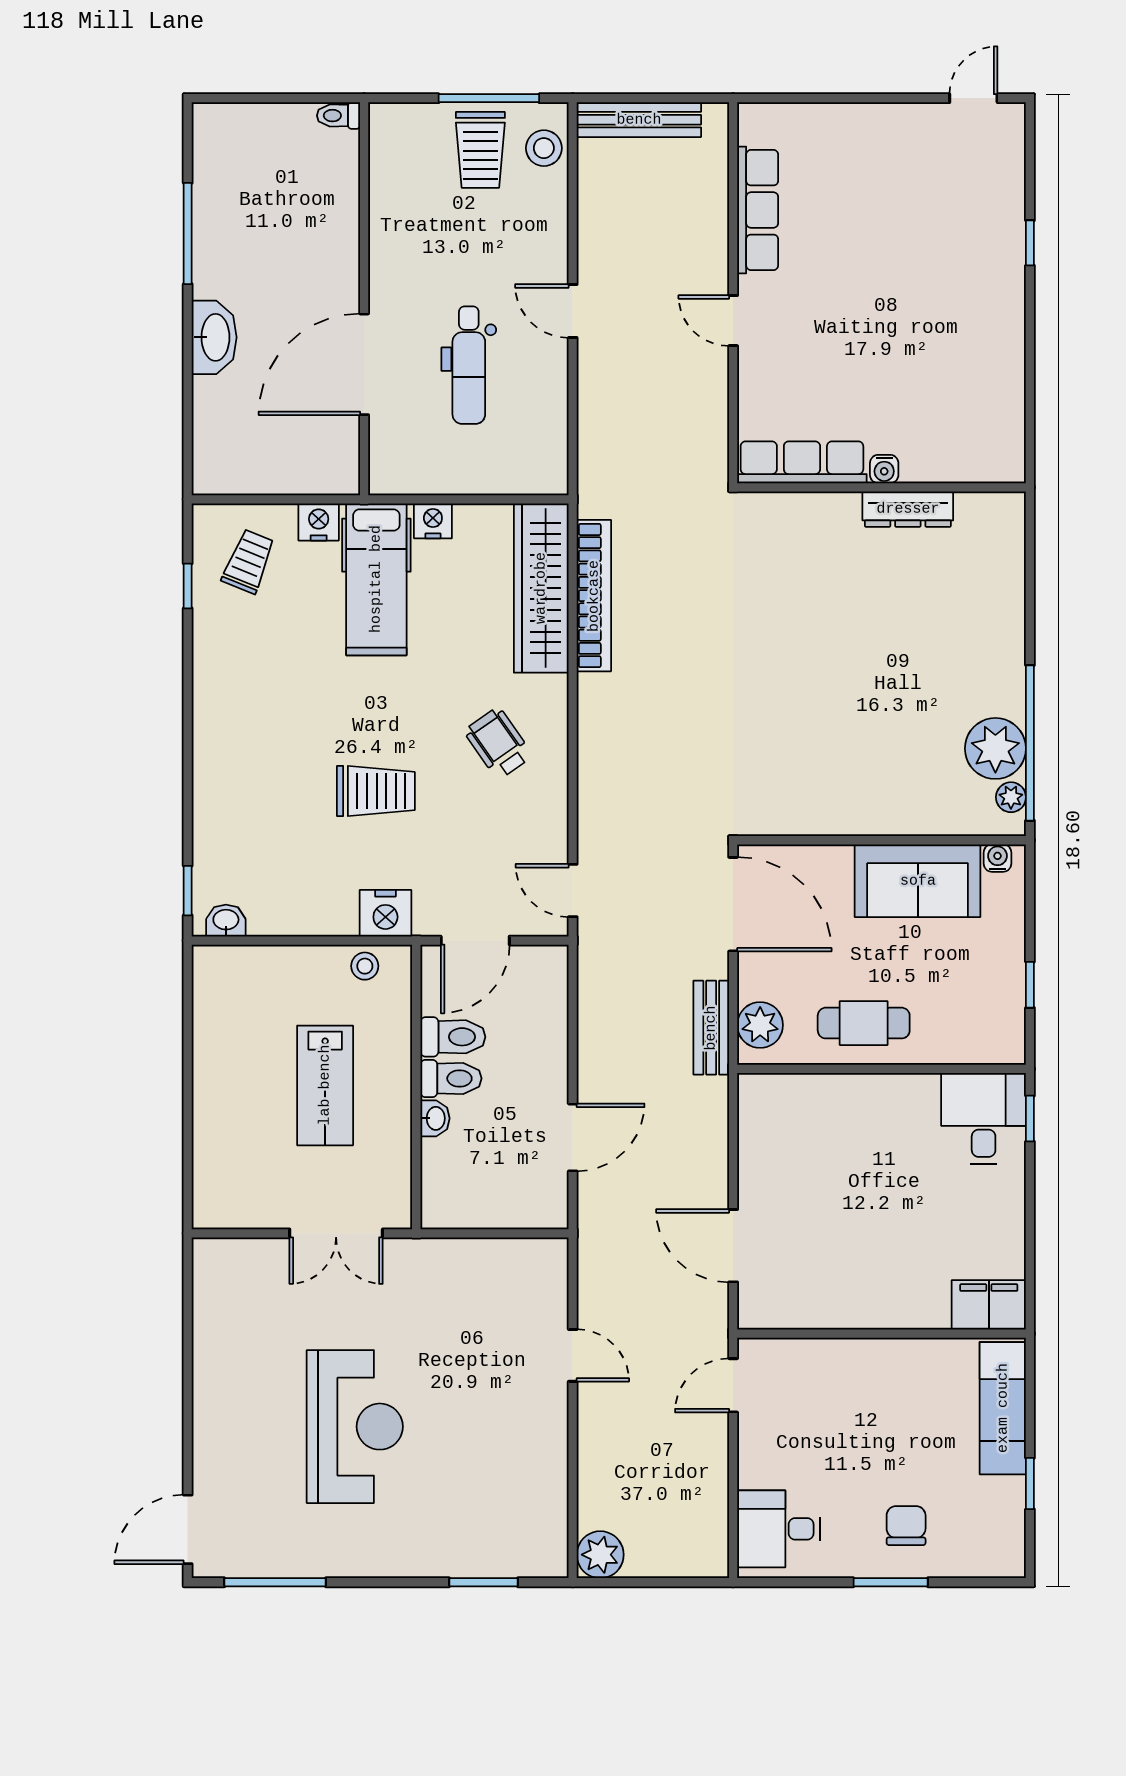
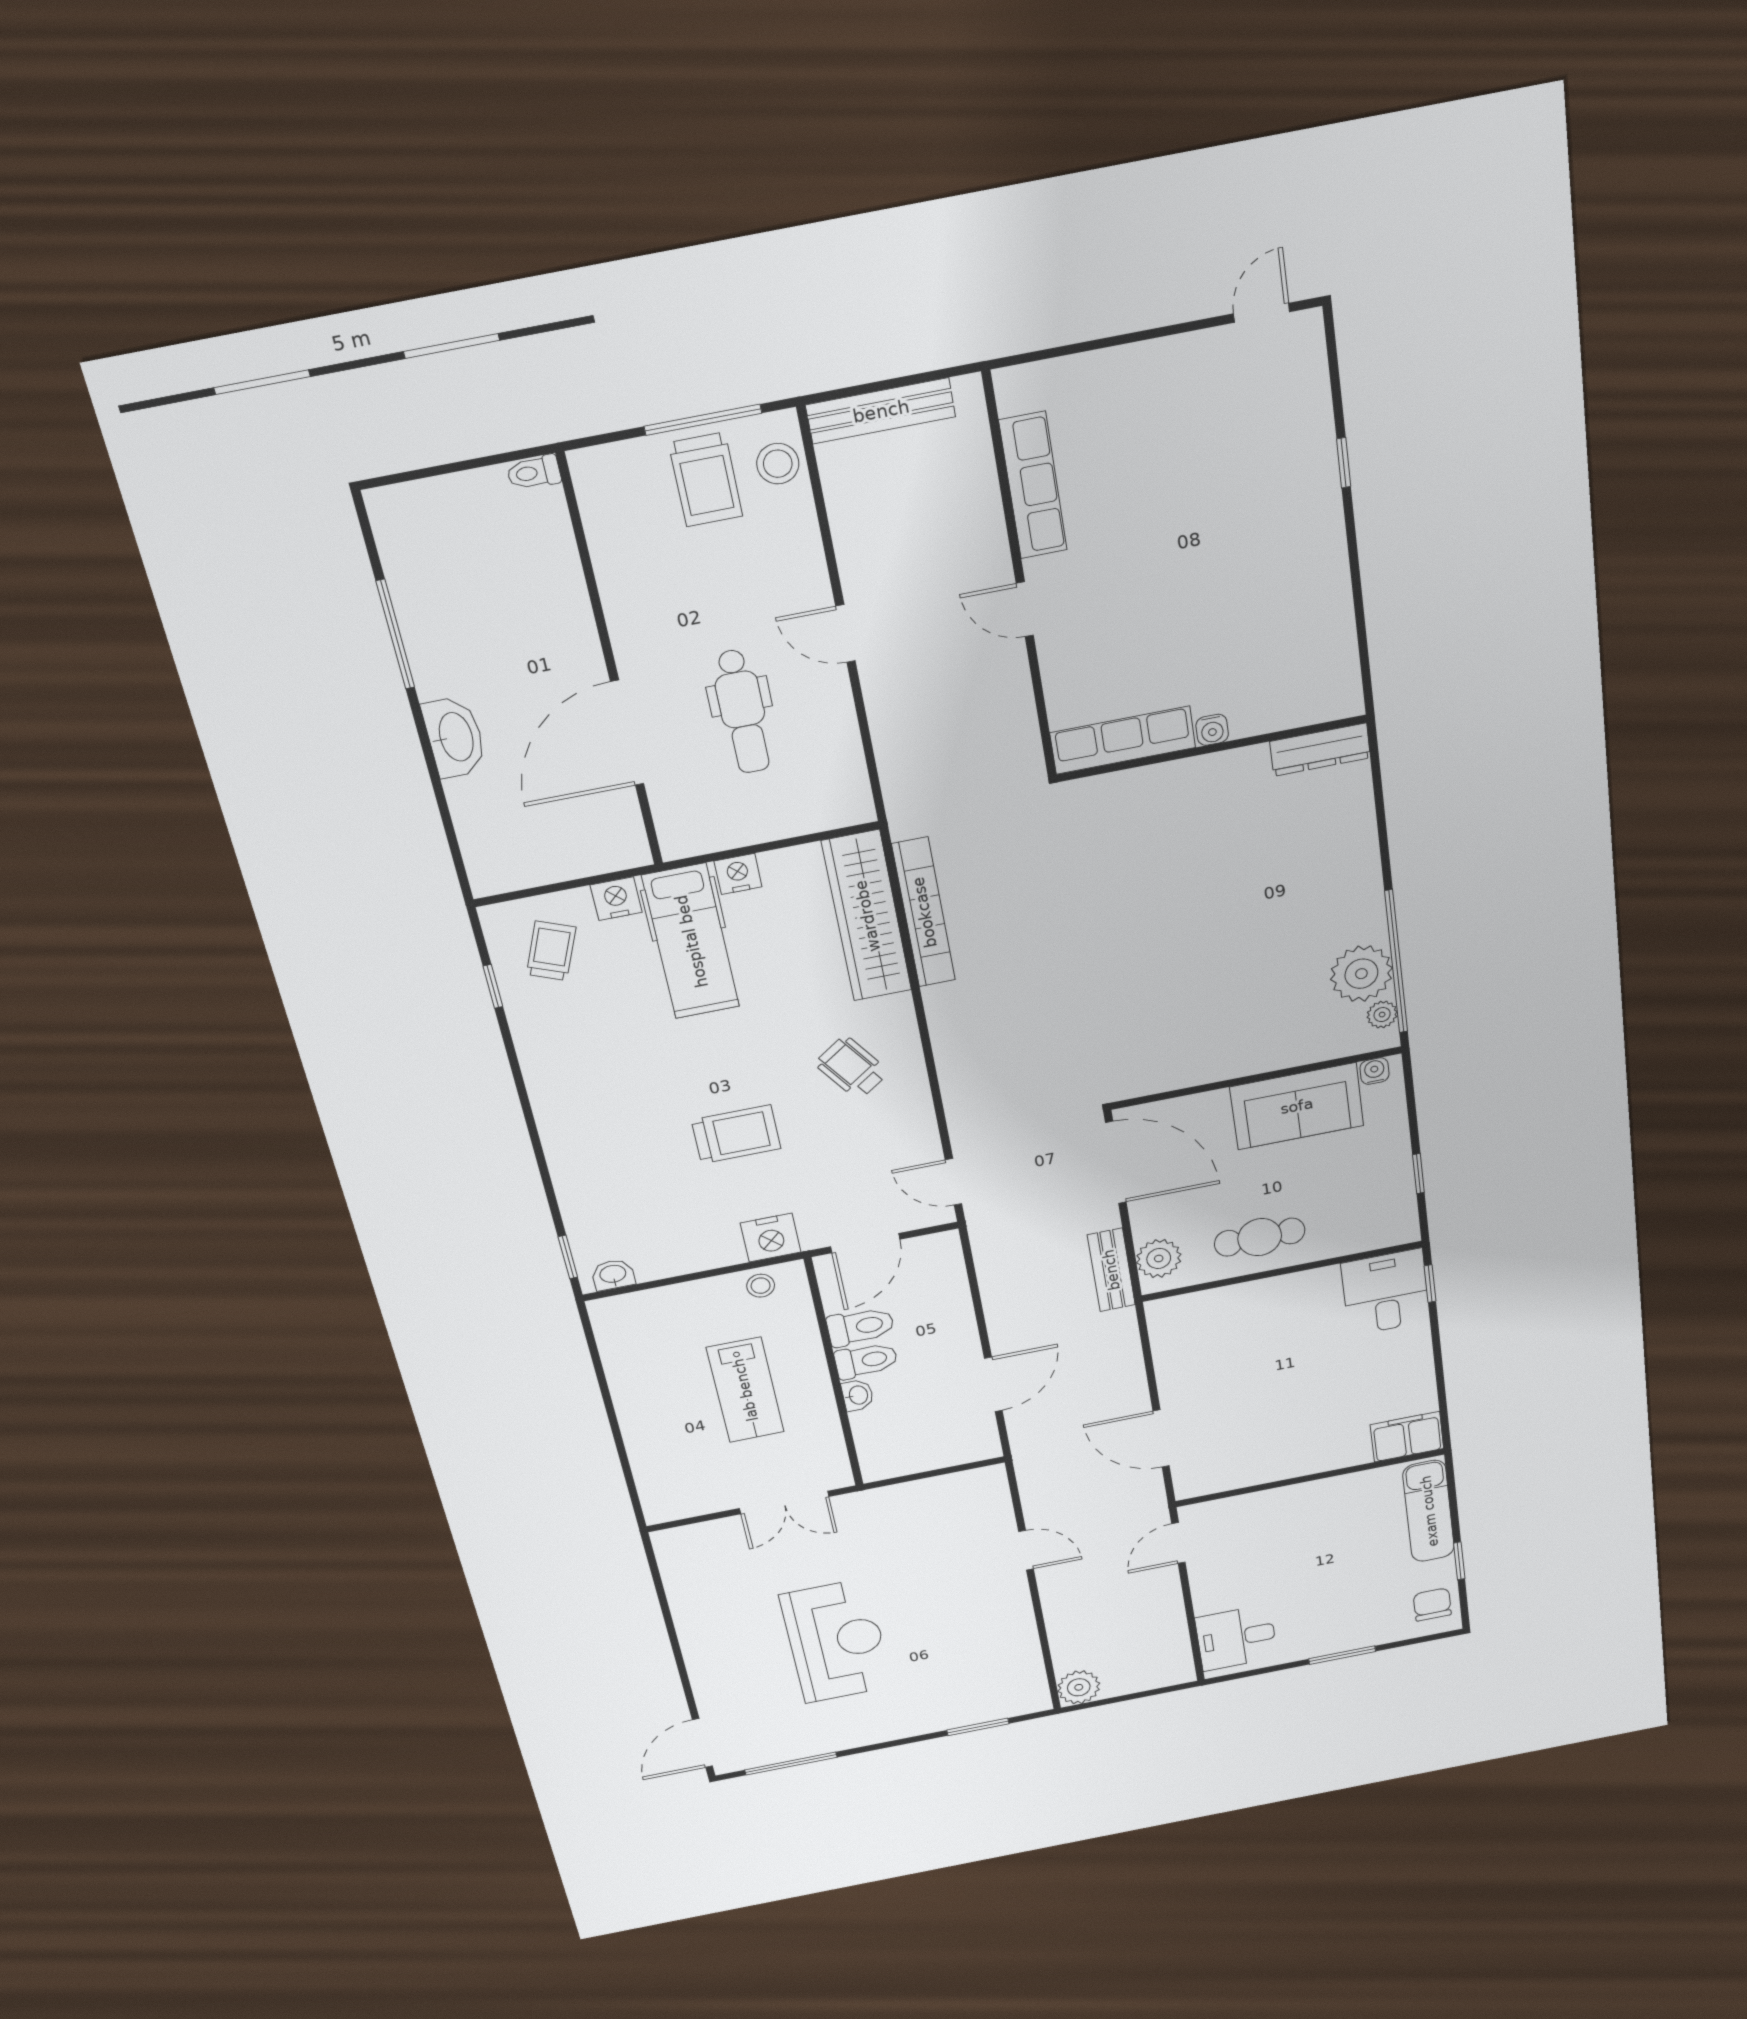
dresser: (908, 509) -> (1320, 750), moved
chair: (906, 1526) -> (1432, 1605), moved

